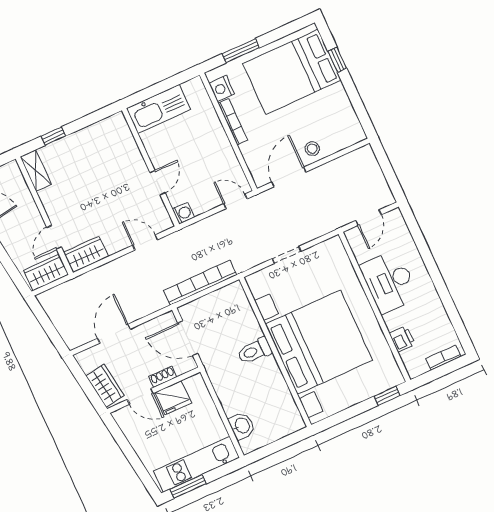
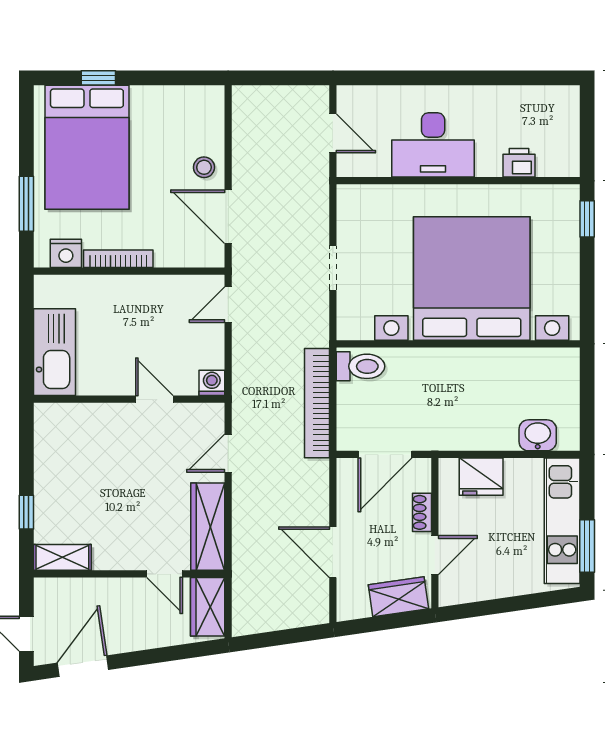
wardrobe: (86, 254) -> (208, 527), width x1.50
toilet: (254, 351) -> (361, 366), moved, turned -90
bookcase: (443, 358) -> (570, 118), removed
fridge: (173, 398) -> (481, 477), moved, turned 90

